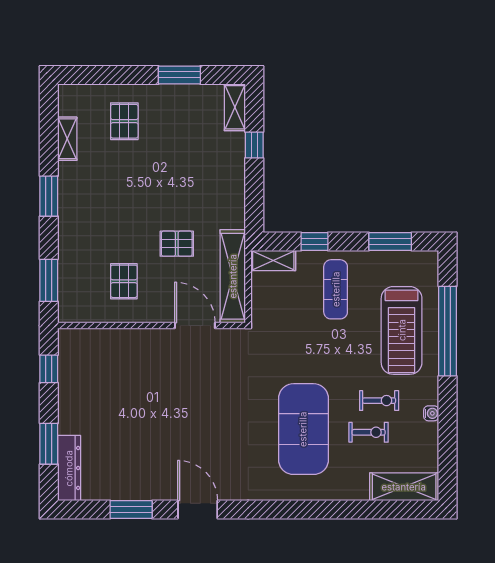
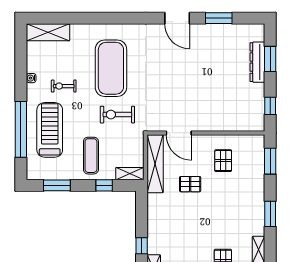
exercise bike: (369, 432) -> (117, 115), moved, width x1.38, depth x1.39
dresser: (69, 468) -> (257, 62), moved

